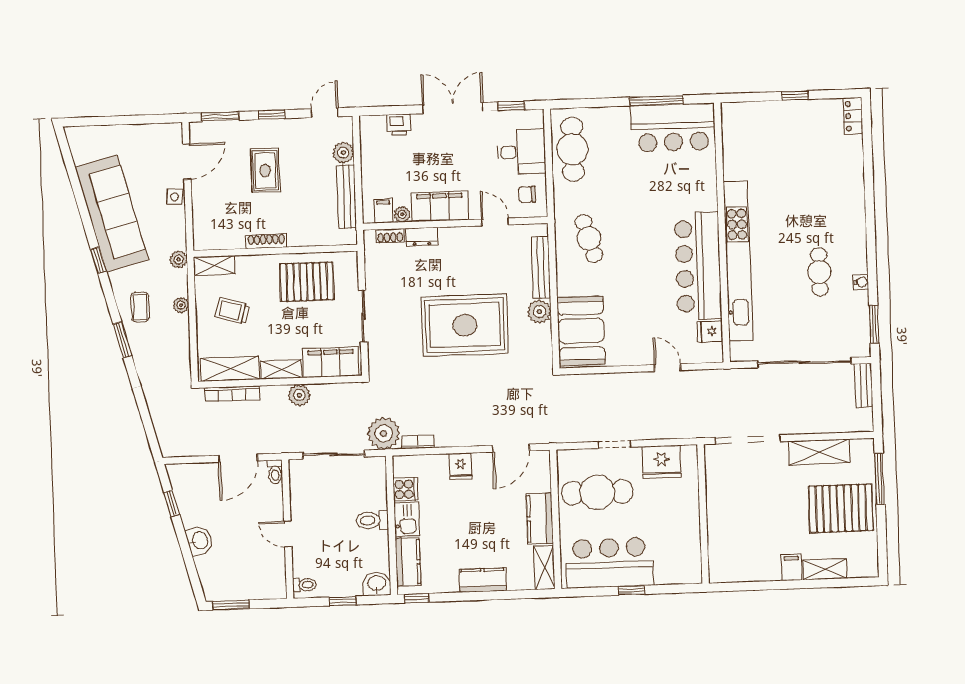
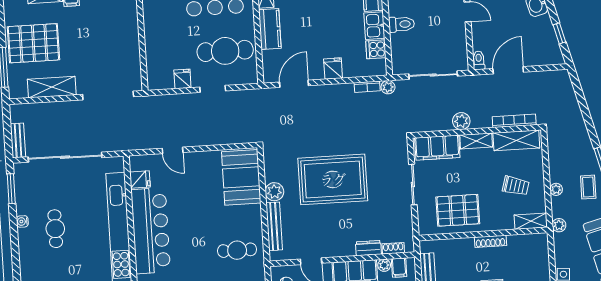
cafe table: (589, 238) -> (237, 250), turned -74
plant: (384, 433) -> (388, 87), width x0.53, depth x0.53
fridge: (662, 462) -> (182, 79), width x0.53, depth x0.75

